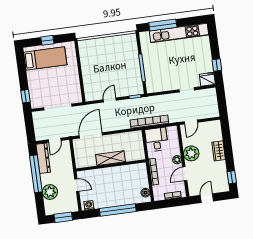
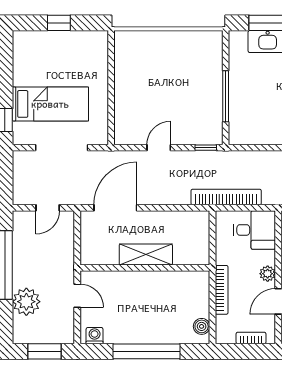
bed: (45, 58) -> (50, 104), moved
desk: (156, 140) -> (255, 230), moved, turned 90
dresser: (43, 158) -> (22, 238), removed

